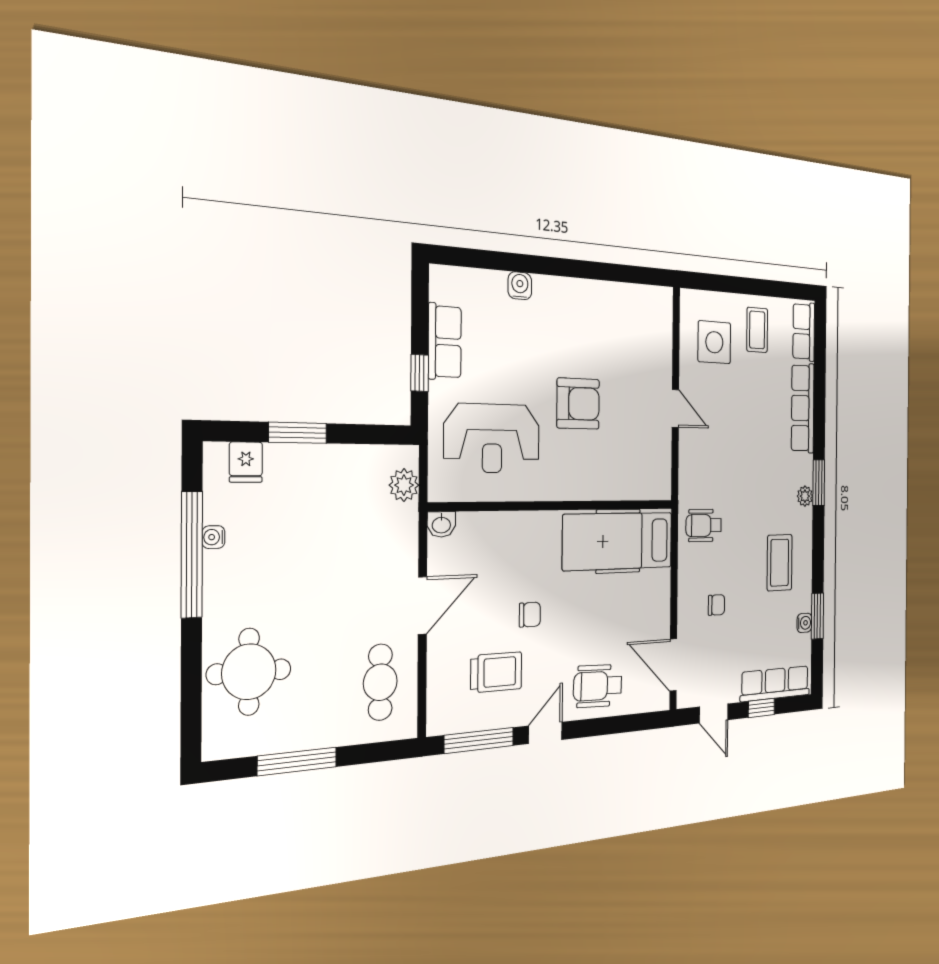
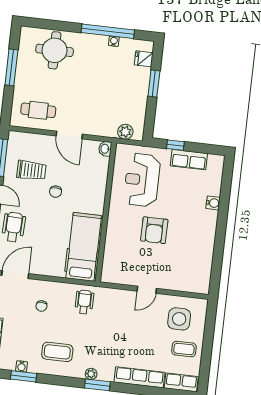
trolley: (496, 672) -> (31, 170), turned -90

